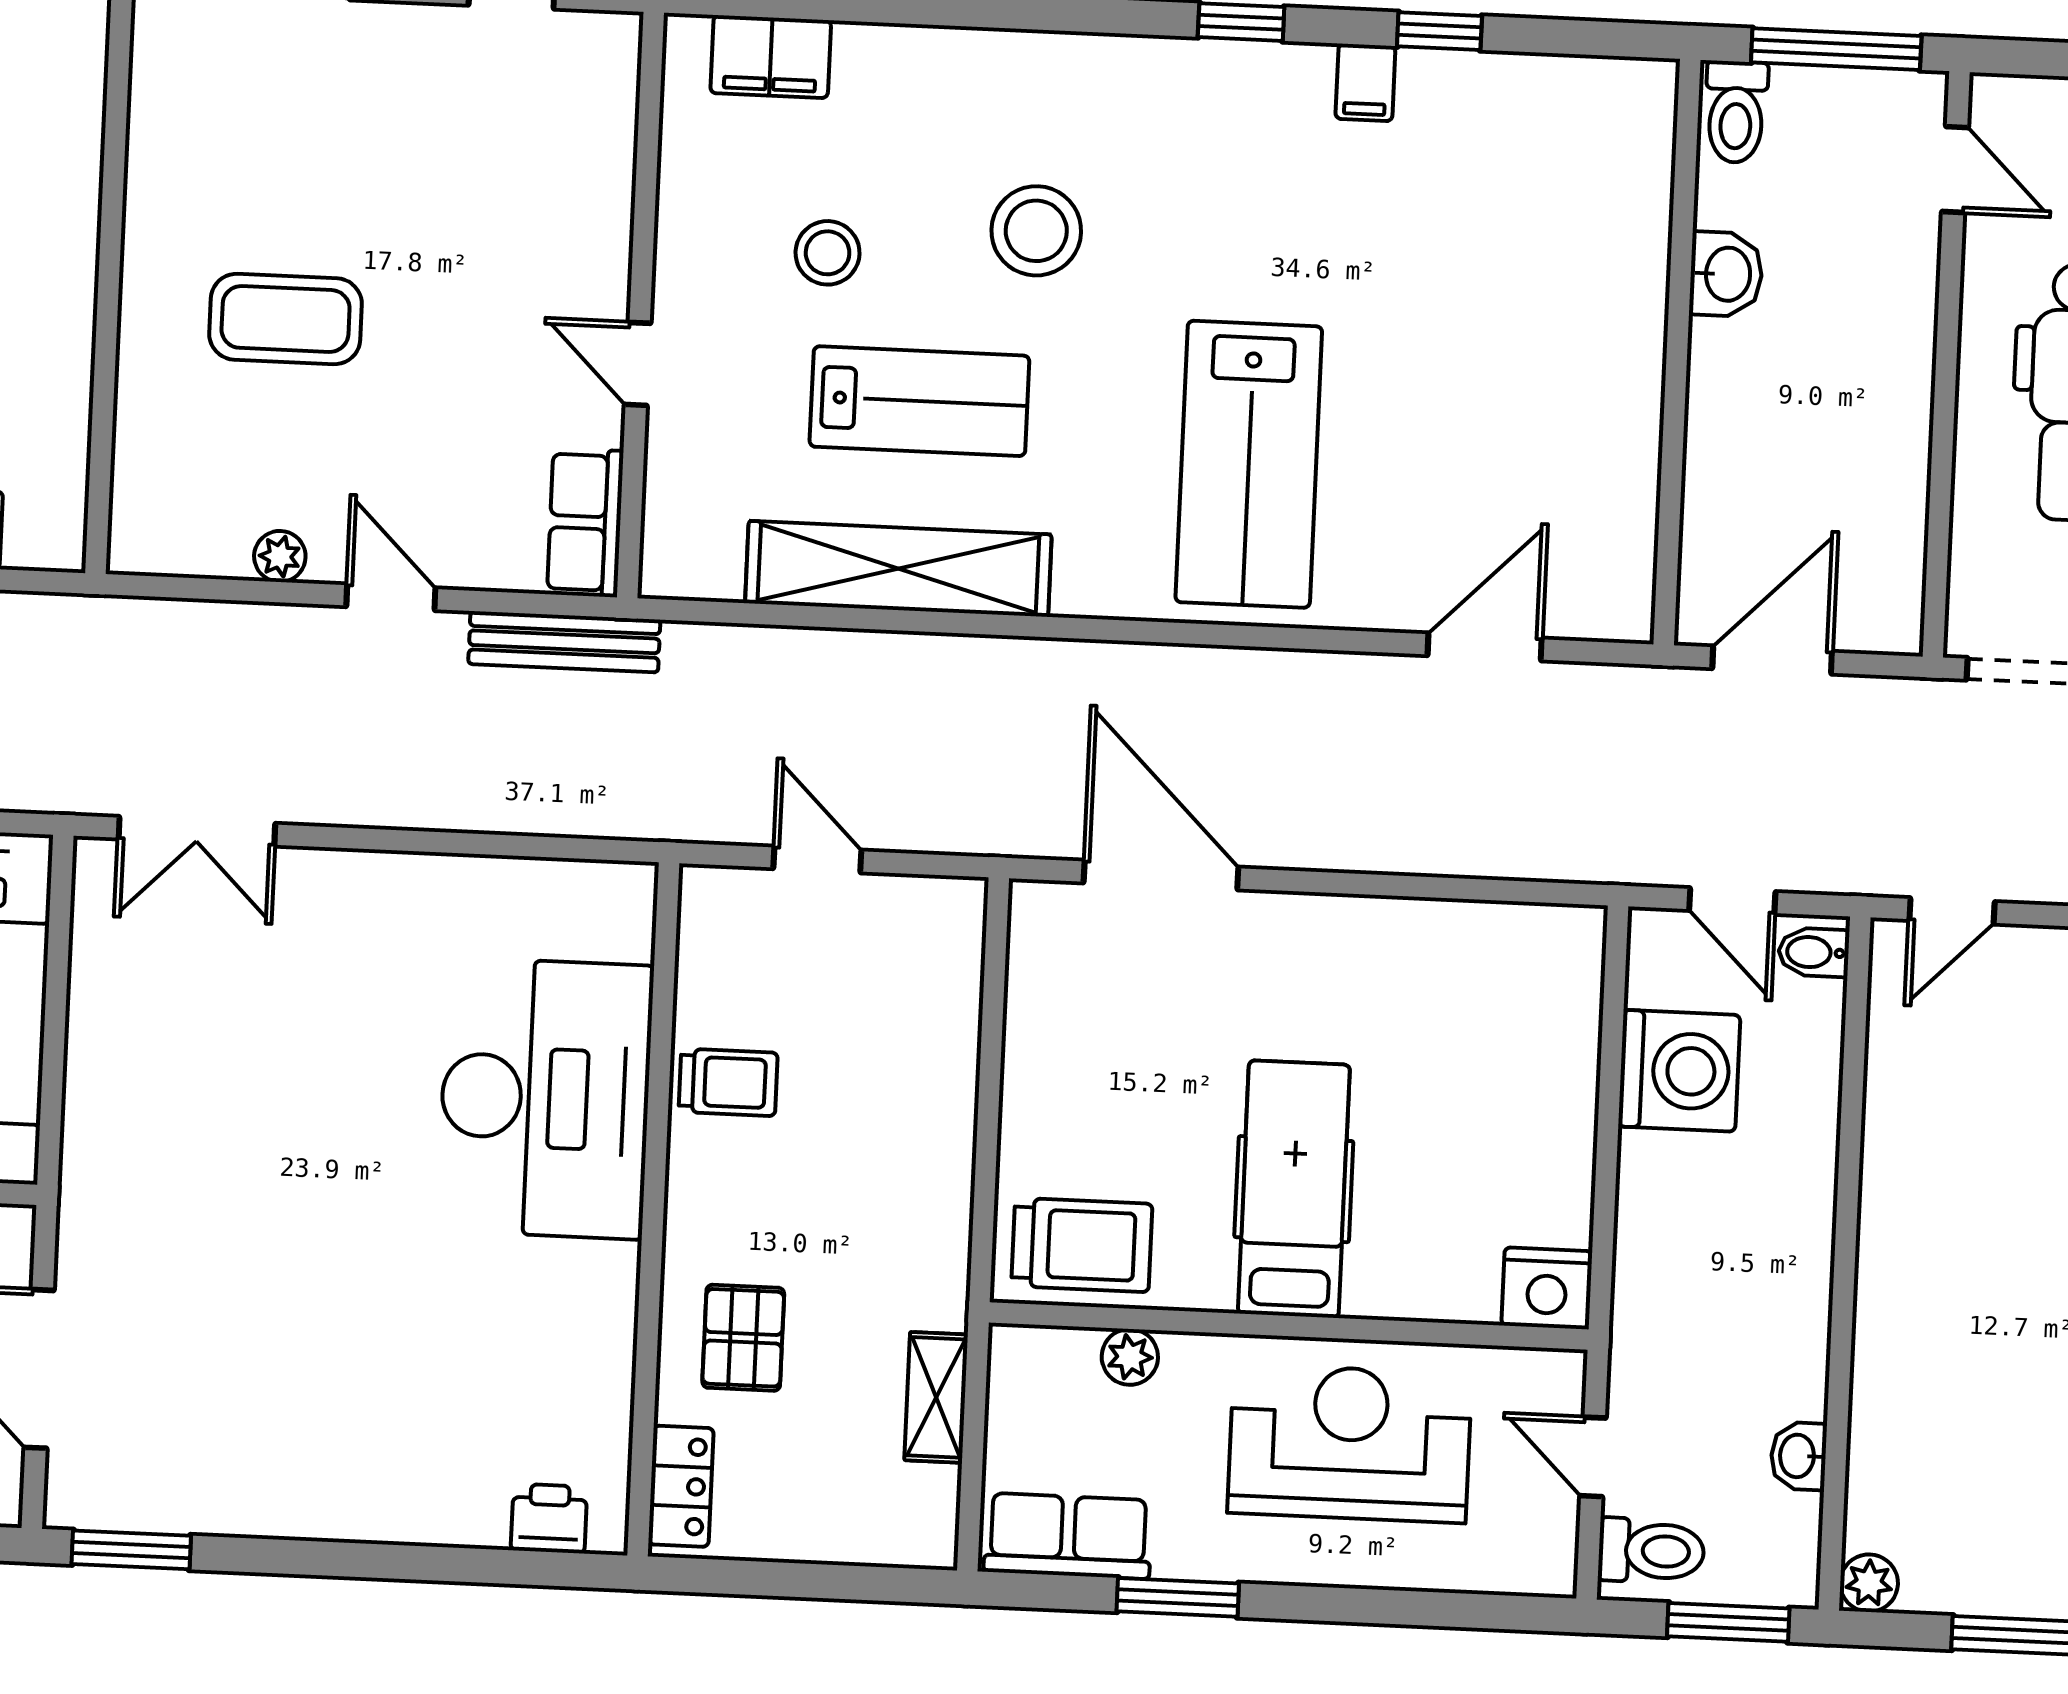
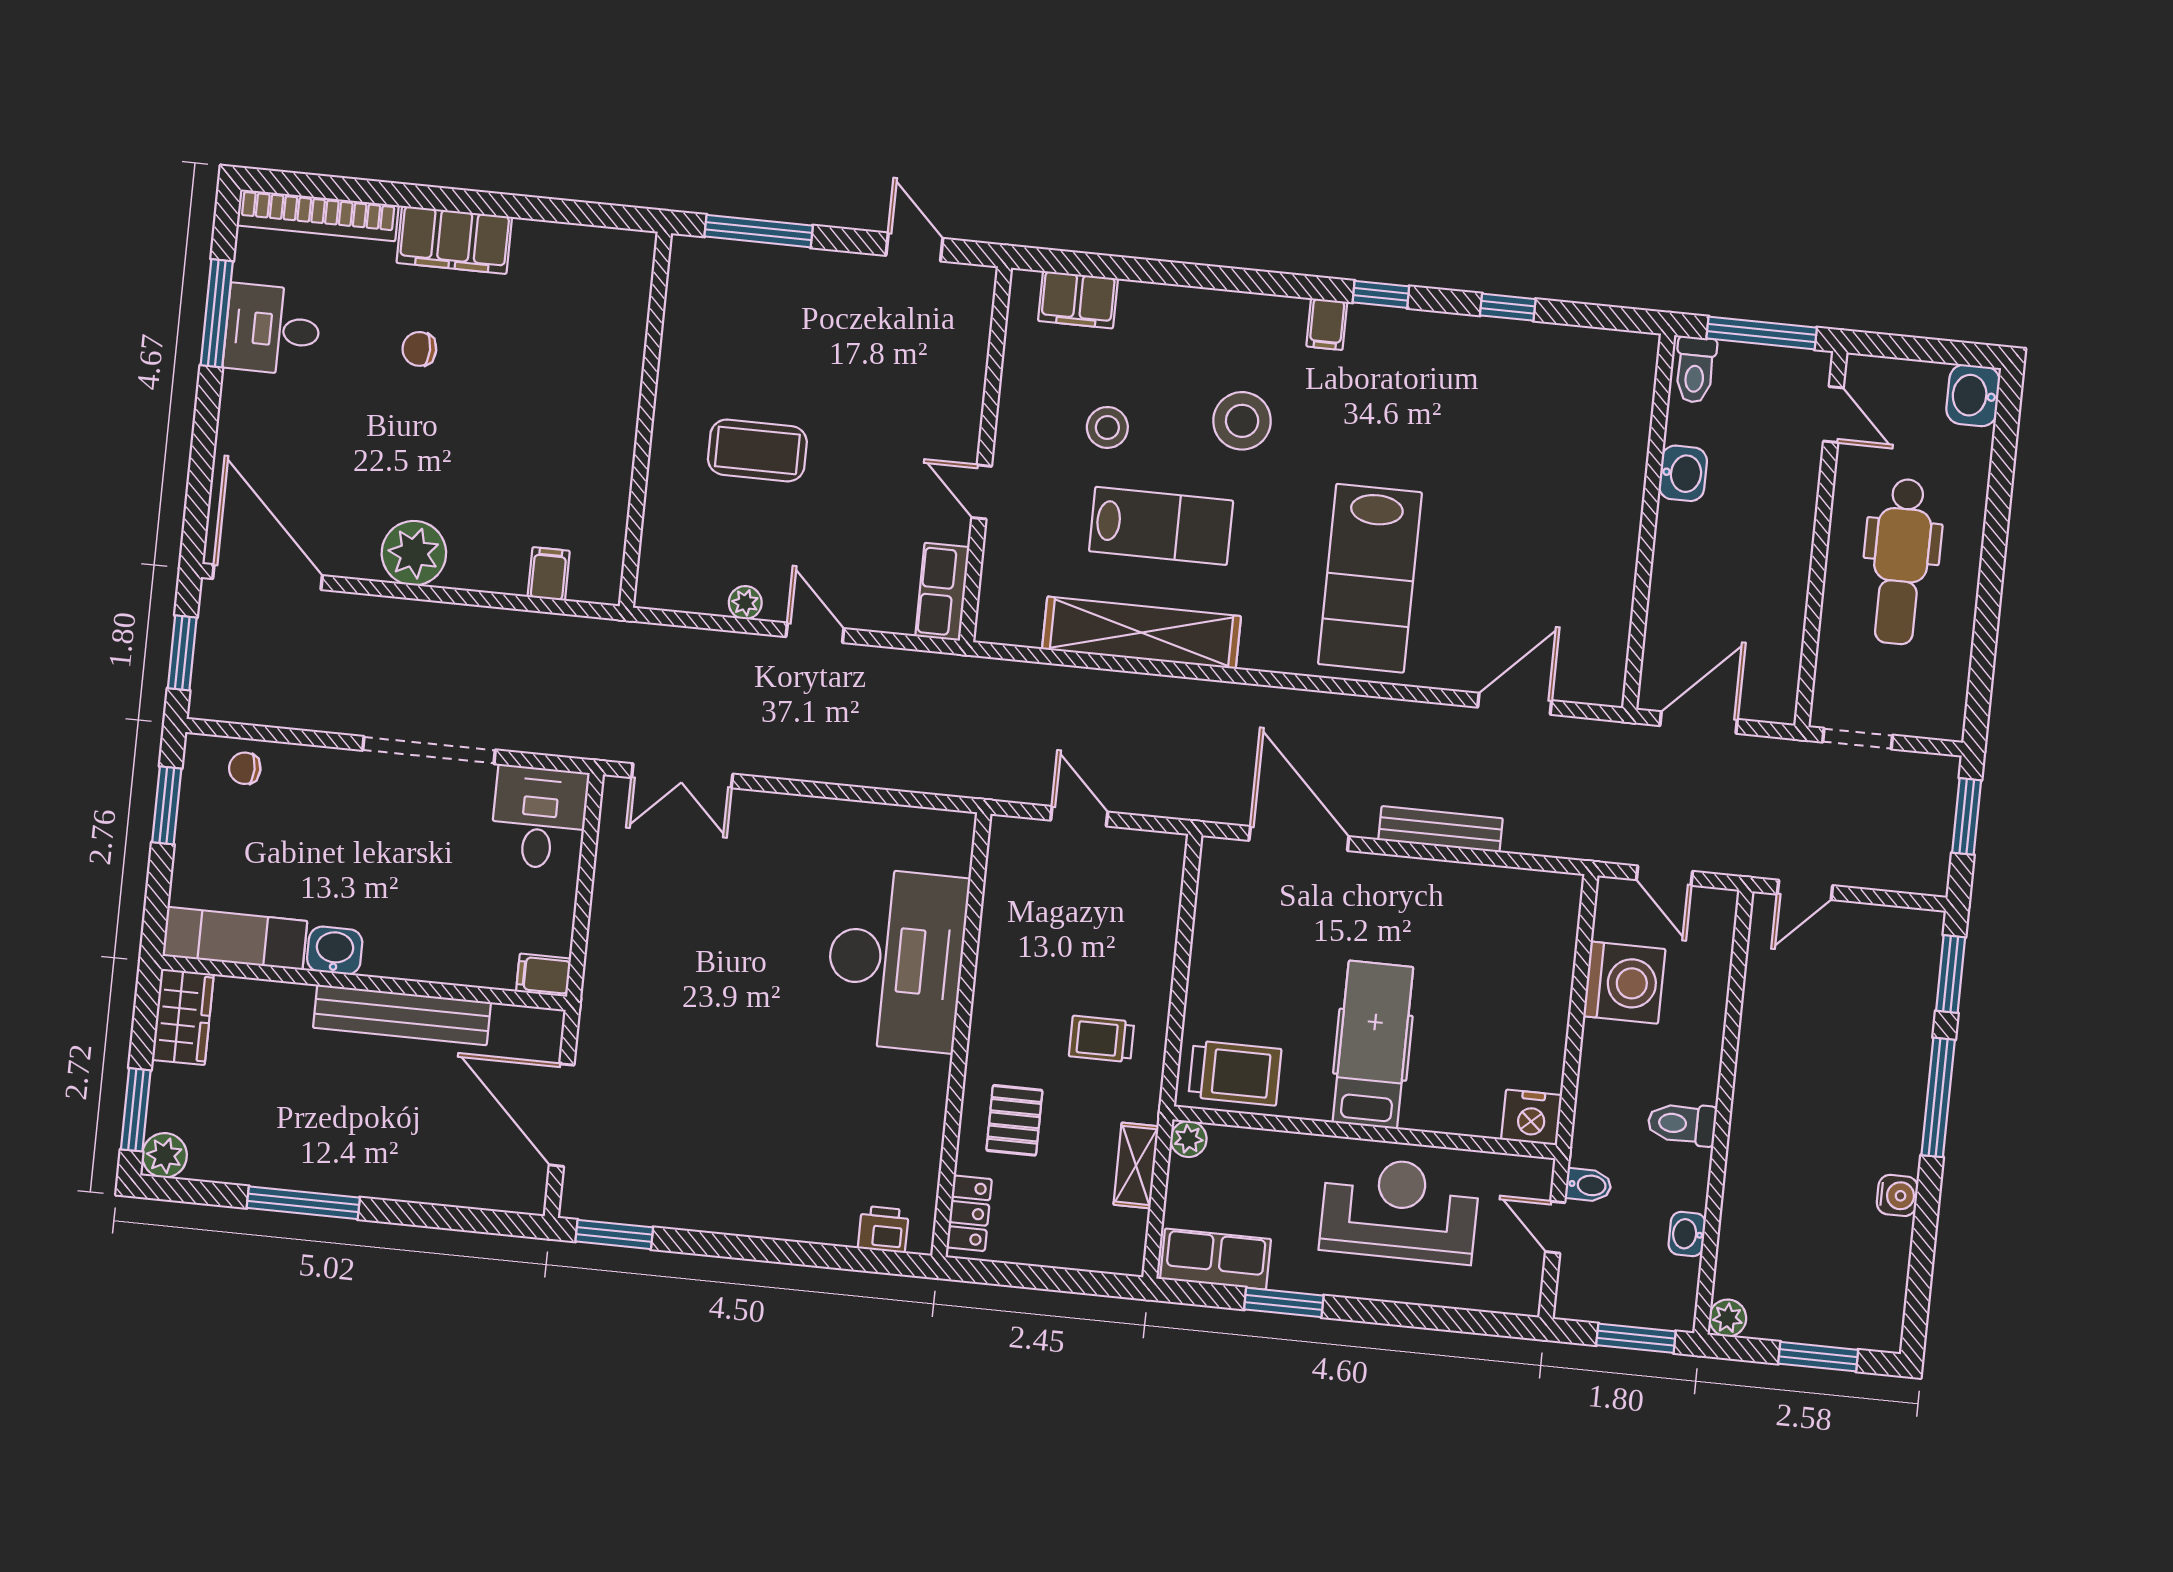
filing cabinet: (1365, 82) -> (1327, 324), moved
bench: (564, 642) -> (1441, 829), moved
bidet: (1814, 952) -> (1588, 1185), moved, turned 180
trolley: (728, 1082) -> (1101, 1039), moved, turned 180
plant: (1130, 1357) -> (1189, 1139), moved
toilet: (1651, 1551) -> (1682, 1124), moved, turned 180

